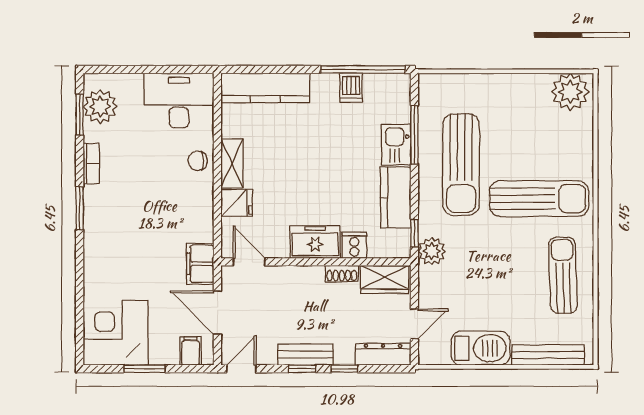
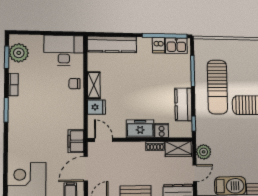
kitchen sink: (396, 145) -> (176, 46), moved, turned -90
plant: (432, 251) -> (204, 152), moved
door: (217, 313) -> (86, 169), hinge flipped

